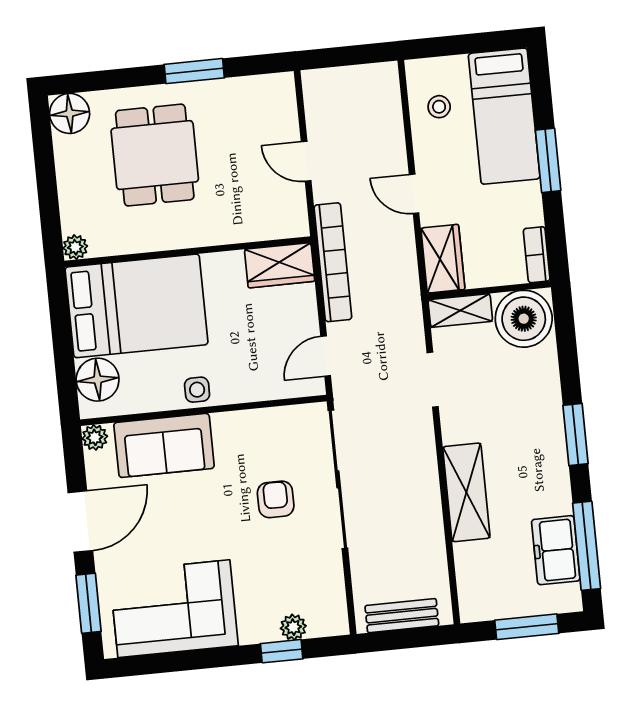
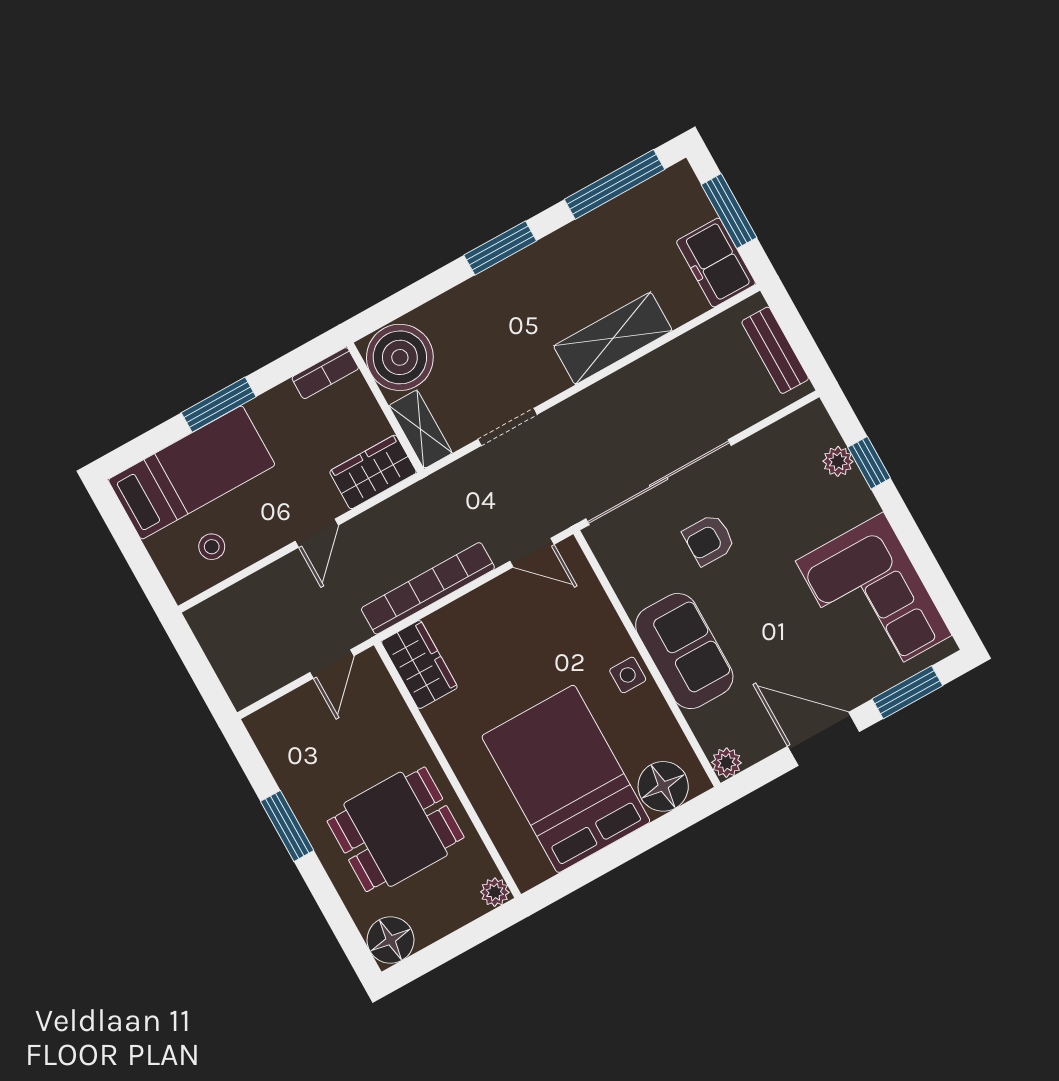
plant: (75, 247) -> (495, 892), moved
wall: (188, 252) -> (447, 770), moved
wardrobe: (280, 265) -> (419, 665), moved
sofa: (164, 445) -> (684, 651), moved
freezer: (556, 550) -> (716, 263), moved, turned 90

